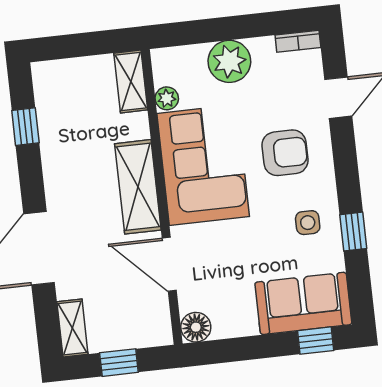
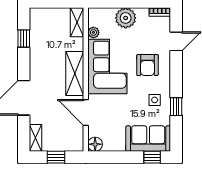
armchair: (285, 153) -> (147, 65), turned 90

